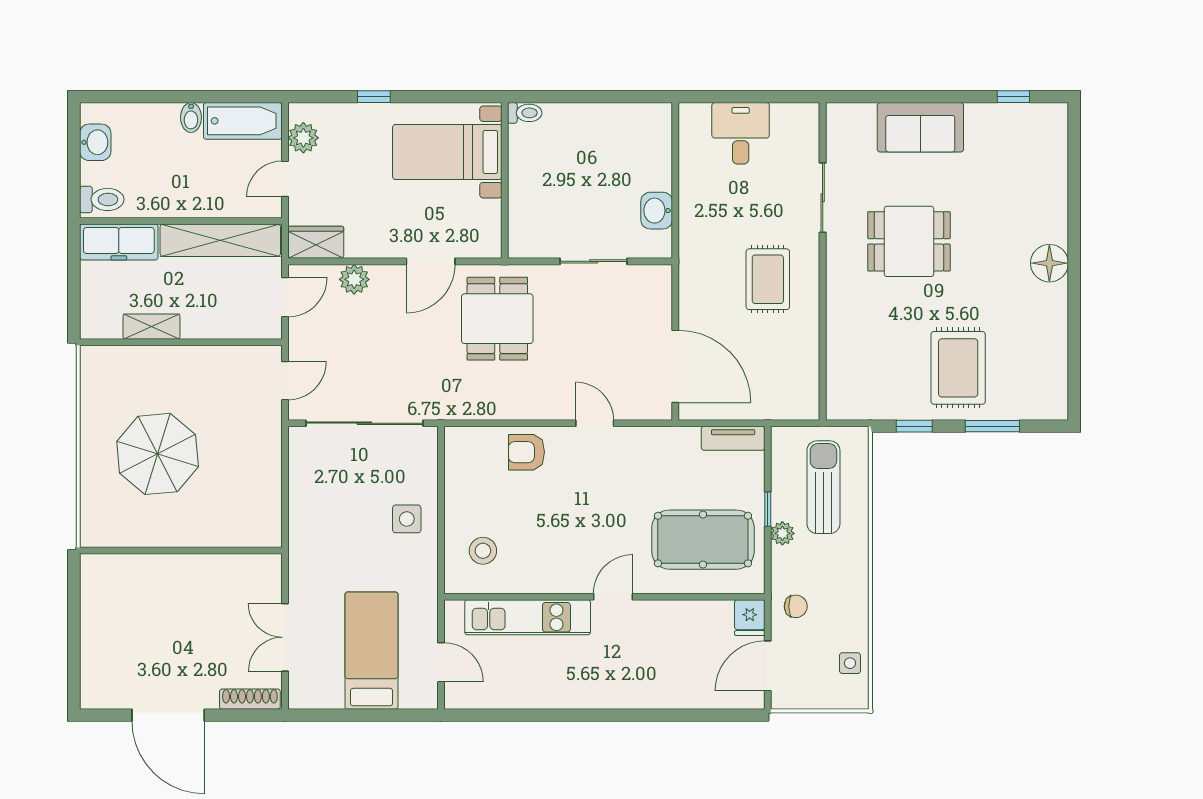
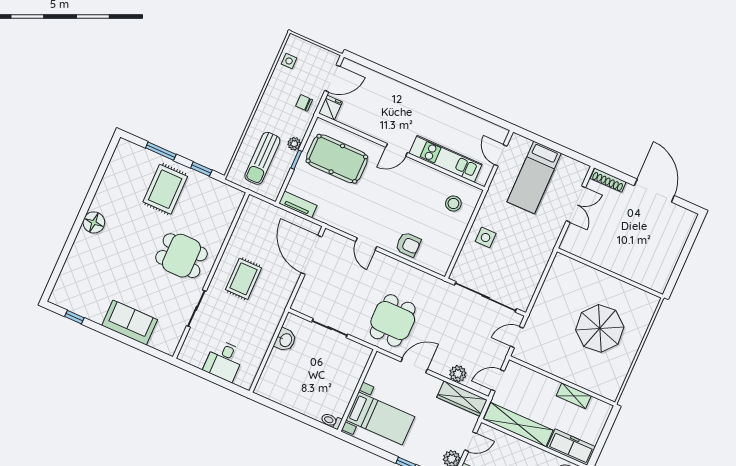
dining table: (909, 241) -> (181, 256), moved
wardrobe: (316, 242) -> (462, 399), width x1.50

